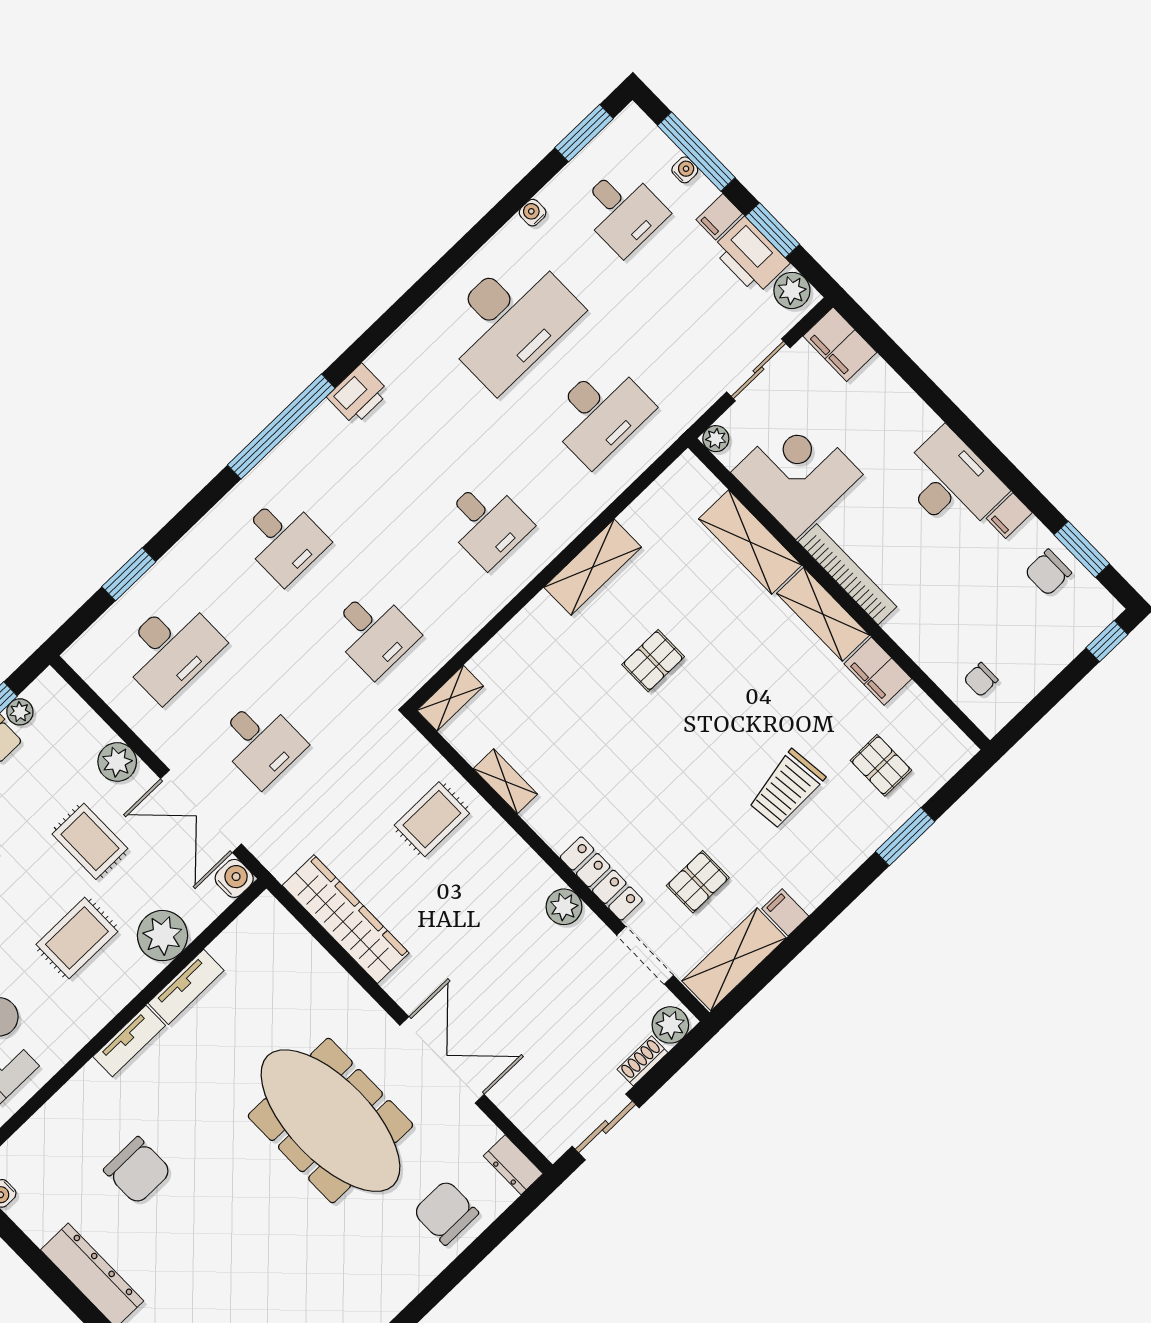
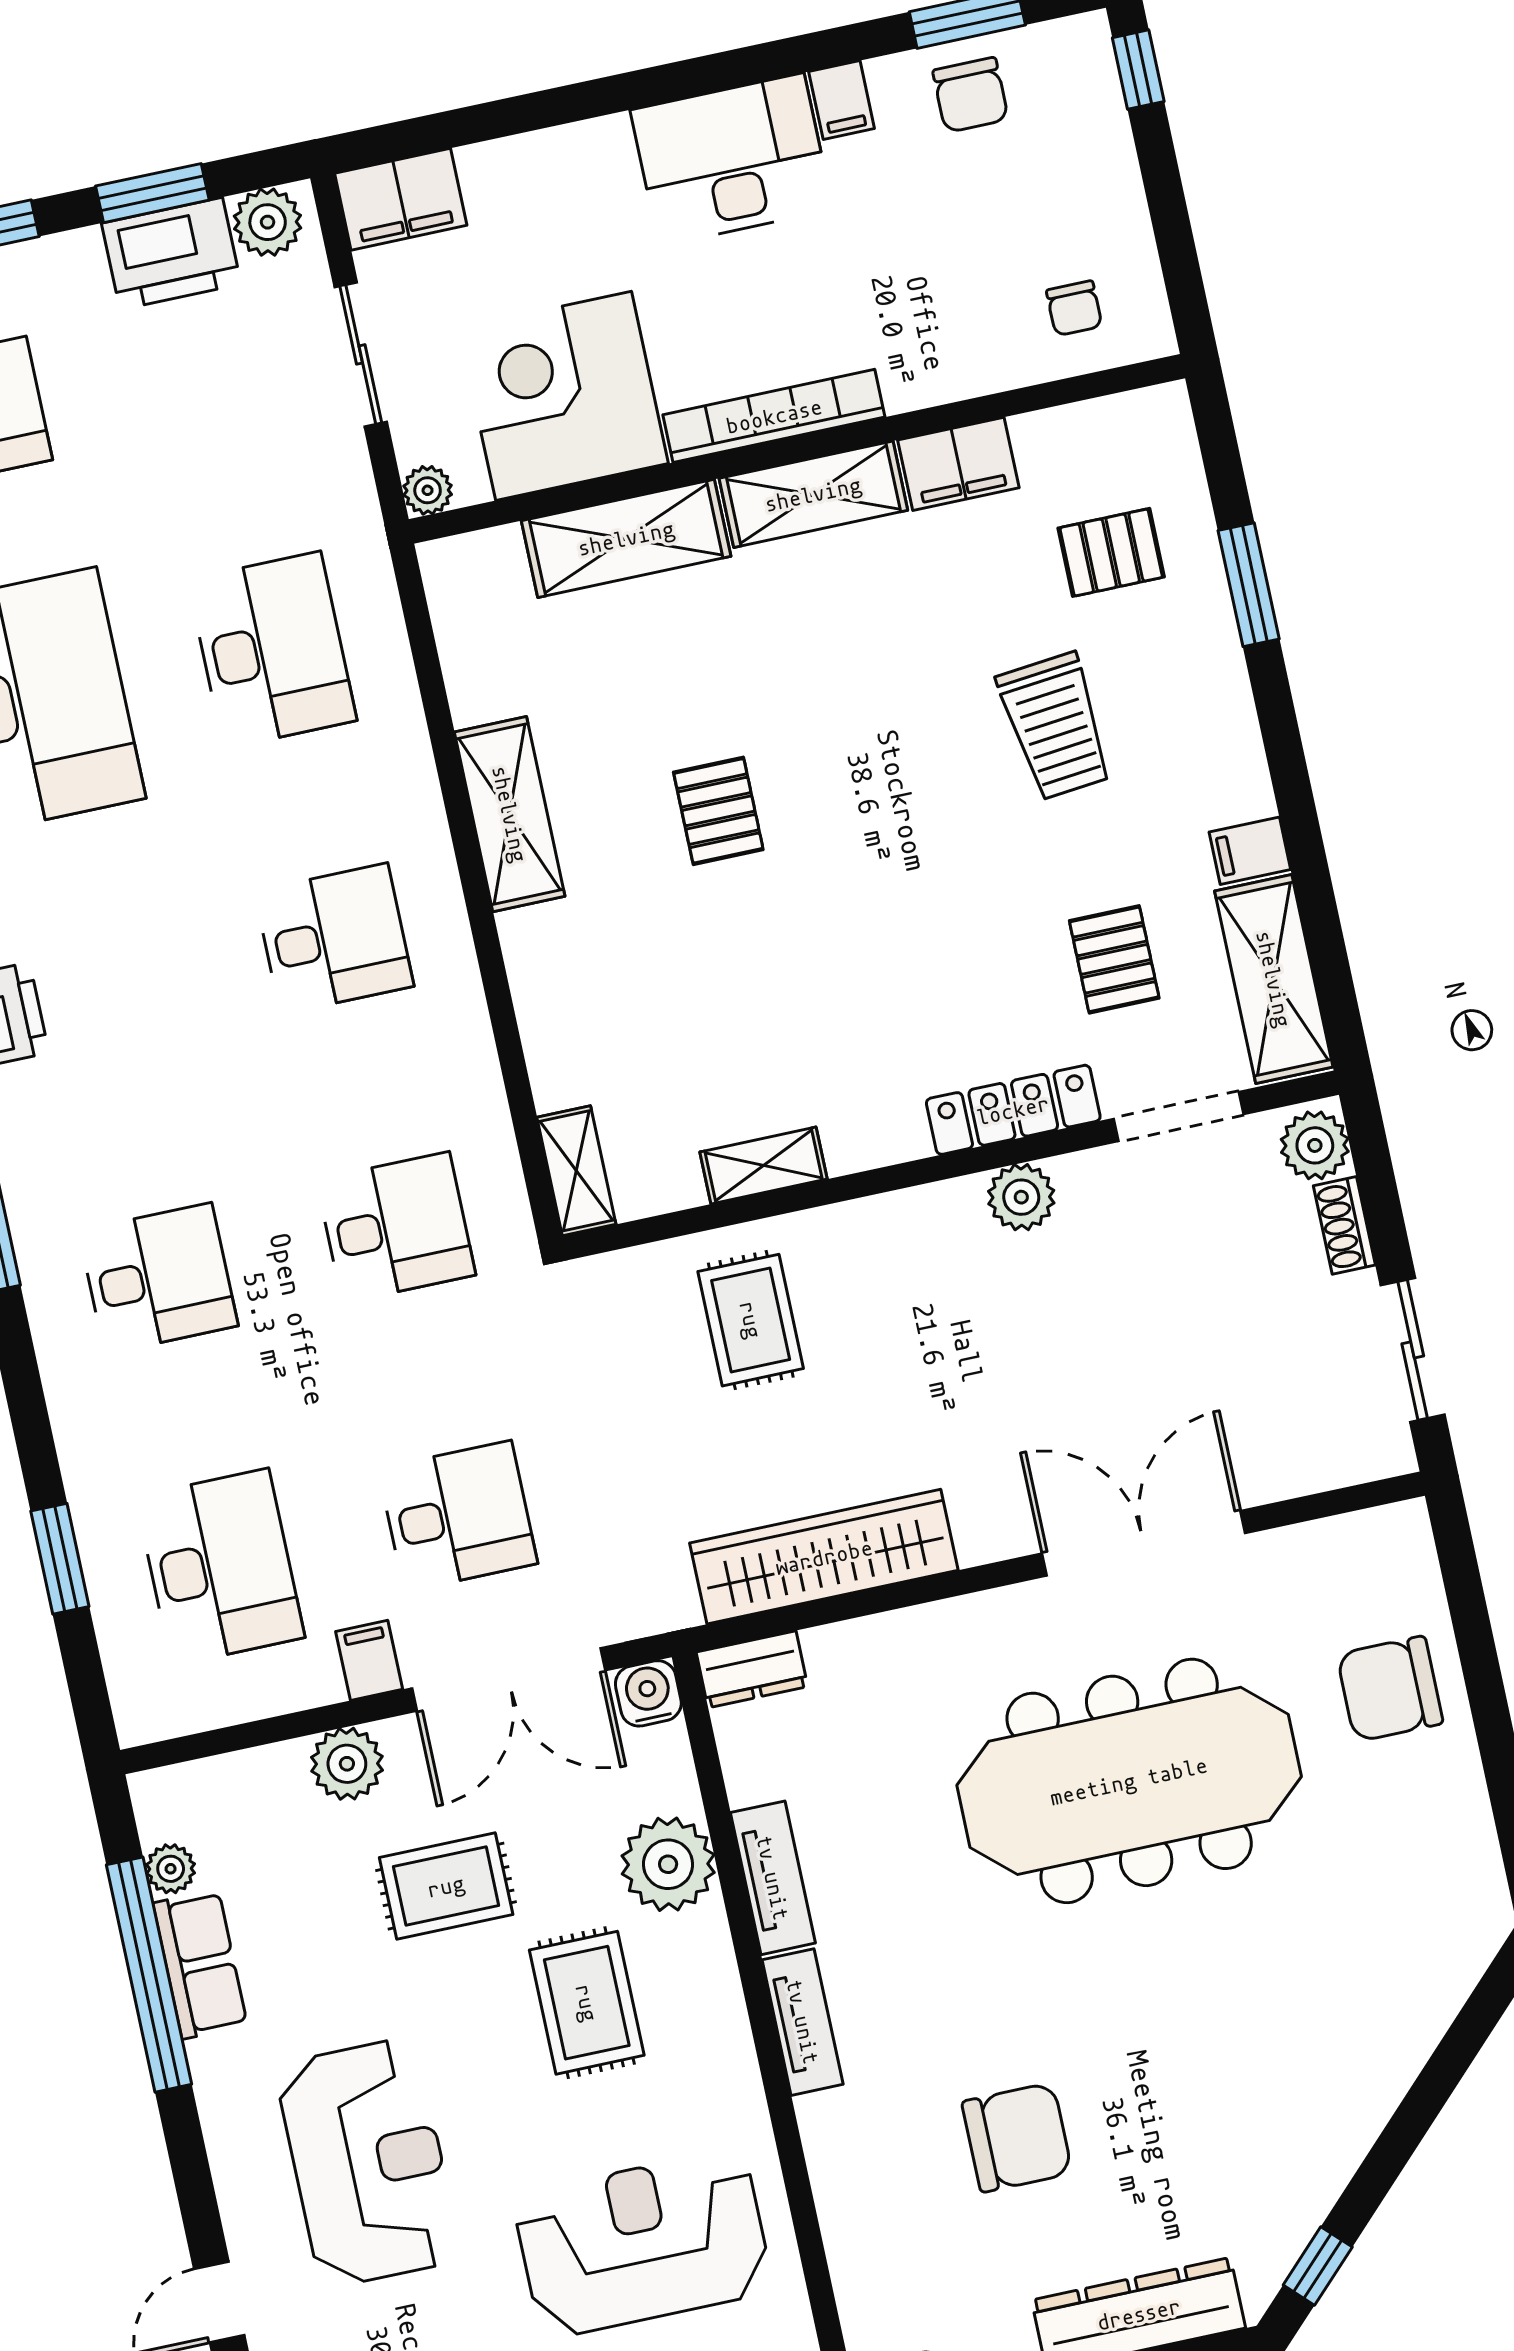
filing cabinet: (719, 217) -> (369, 1660), moved, turned 180
dresser: (513, 1165) -> (752, 1669), moved

